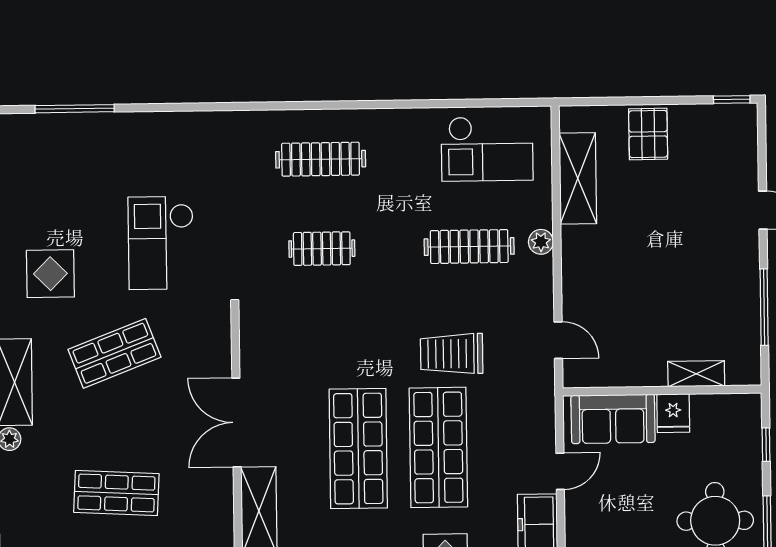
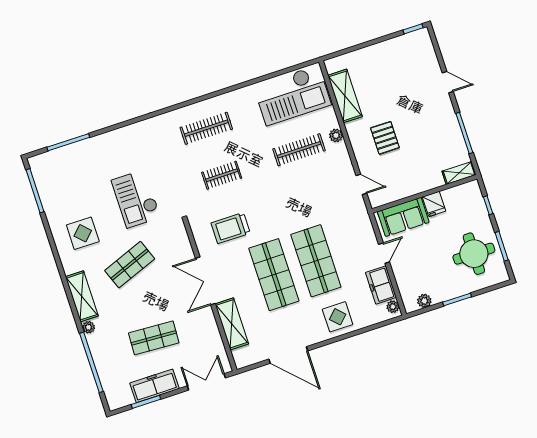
pallet: (648, 134) -> (385, 138), moved
checkout: (487, 149) -> (292, 95), width x1.36, depth x1.21
trolley: (452, 354) -> (231, 228), moved
shelving: (696, 374) -> (459, 173), moved

